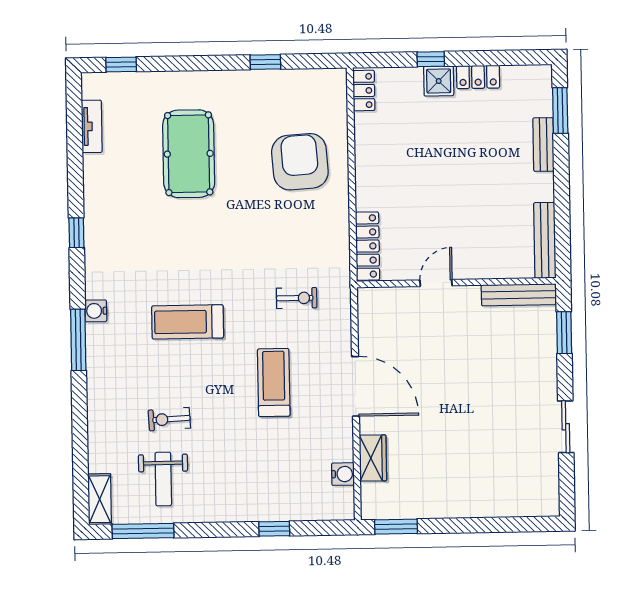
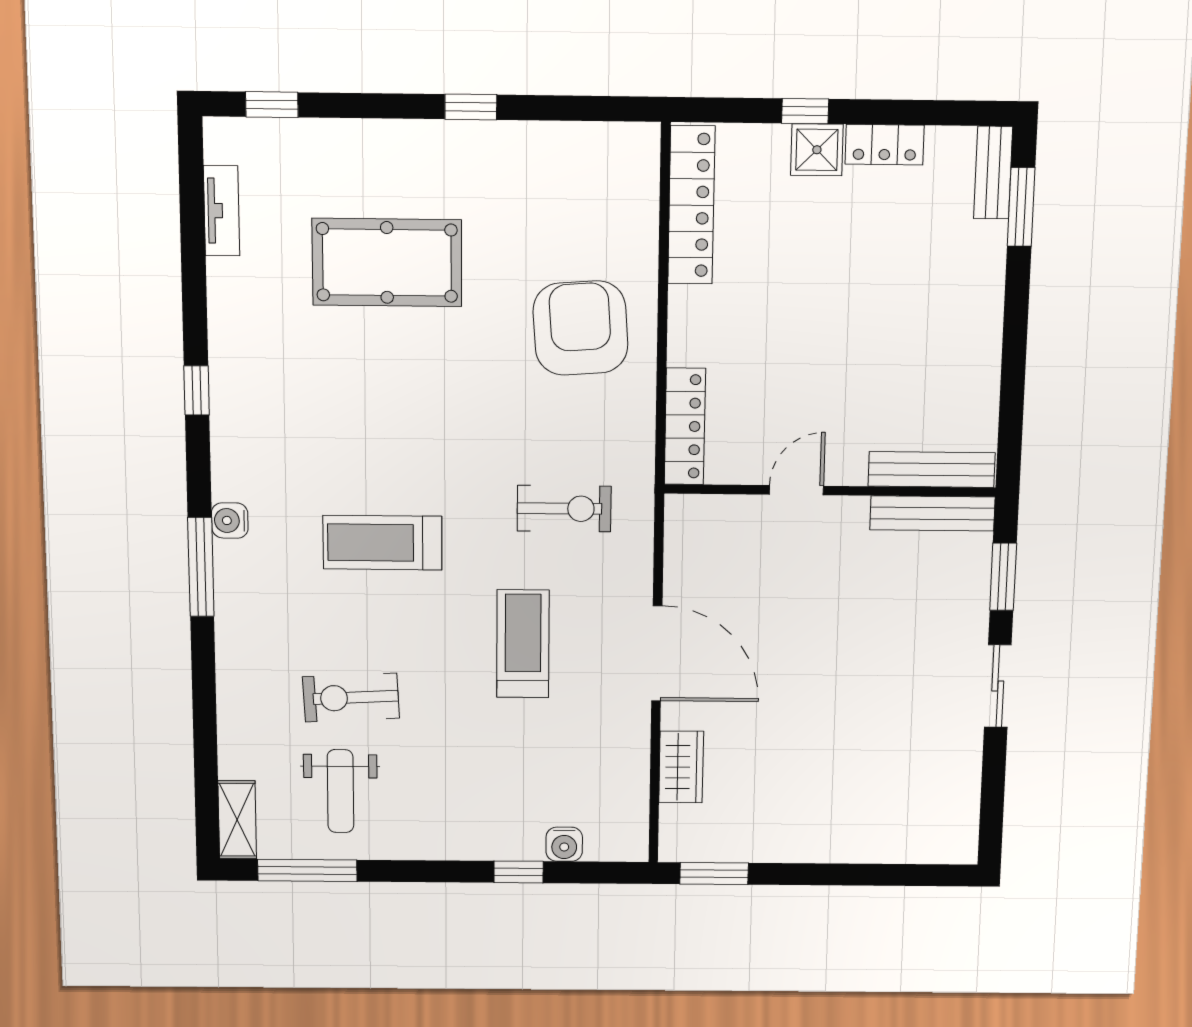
window: (265, 62) -> (471, 107), moved
locker: (364, 91) -> (691, 205), width x2.16, depth x1.21
bench: (543, 144) -> (993, 173), moved
pool table: (189, 154) -> (387, 262), turned 90
armchair: (300, 162) -> (580, 328), moved
bench: (545, 240) -> (932, 470), moved, turned 90
exercise bike: (297, 298) -> (564, 509), width x1.38, depth x1.39
exercise bike: (169, 419) -> (351, 698), width x1.38, depth x1.39
sliding door: (566, 427) -> (998, 686), moved
water cooler: (343, 474) -> (564, 844), moved, turned 90

